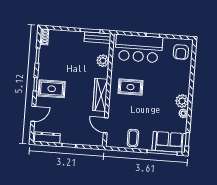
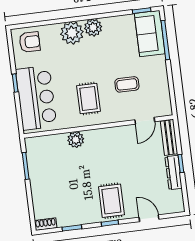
bench: (98, 38) -> (169, 137), moved
plant: (103, 61) -> (76, 140), moved
wardrobe: (100, 95) -> (107, 136), removed
plant: (183, 113) -> (72, 33), moved, width x1.88, depth x1.88
dresser: (47, 138) -> (174, 173), moved
coffee table: (133, 138) -> (127, 84), moved

